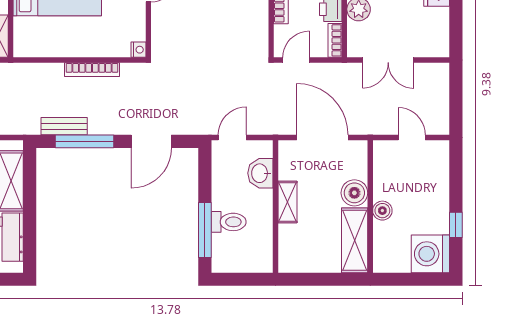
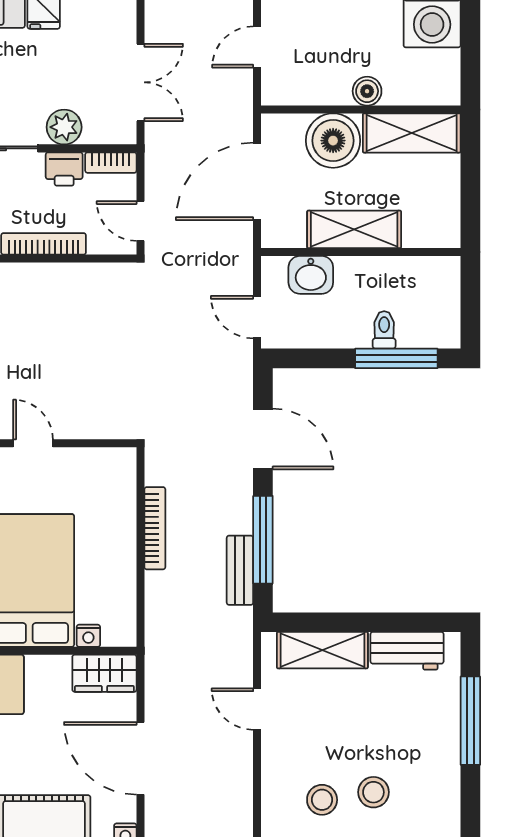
nightstand: (138, 50) -> (88, 636), moved, turned 180
boiler: (354, 193) -> (333, 141), width x1.37, depth x1.37
shelving: (287, 202) -> (354, 229), width x1.50, depth x1.33
toilet: (229, 222) -> (384, 330), width x0.73, depth x0.72

